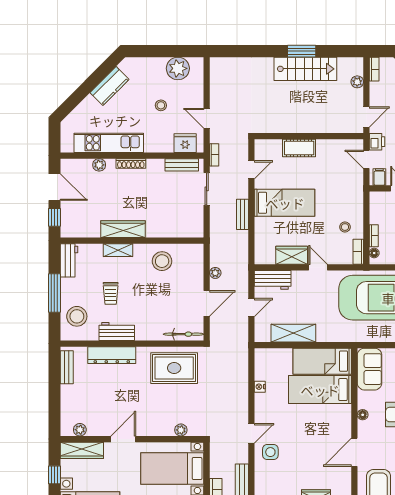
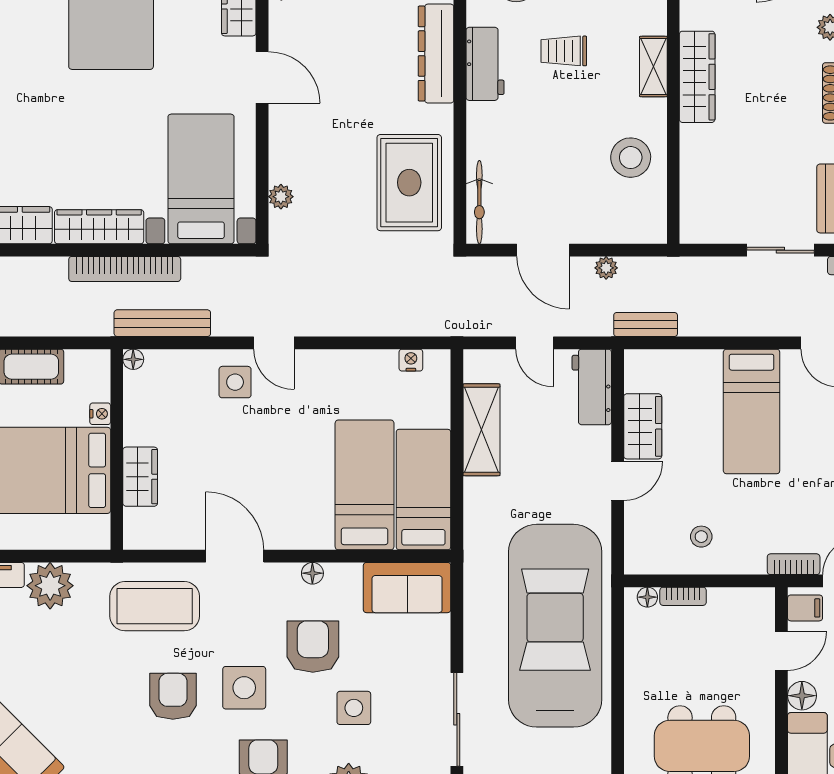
bench: (243, 214) -> (646, 325), moved
bookcase: (358, 252) -> (794, 564), moved
nightstand: (260, 387) -> (411, 360), moved

